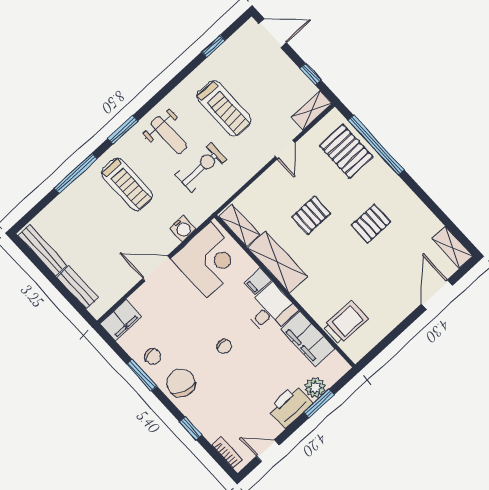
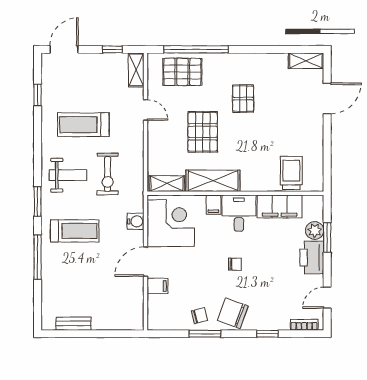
treadmill: (224, 109) -> (83, 125), turned 180
exercise bike: (201, 168) -> (108, 174), turned 180
pallet: (311, 215) -> (203, 132), width x1.50, depth x1.42
bench: (42, 250) -> (73, 324), width x0.73
bench: (78, 288) -> (111, 323), removed
door: (437, 295) -> (327, 98), swing flipped
filing cabinet: (120, 320) -> (157, 286), moved, width x0.50

